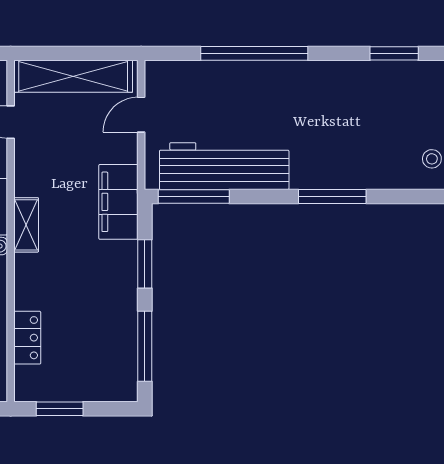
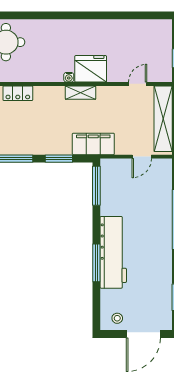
door: (141, 115) -> (142, 157), swing flipped
workbench: (224, 166) -> (113, 252), moved

